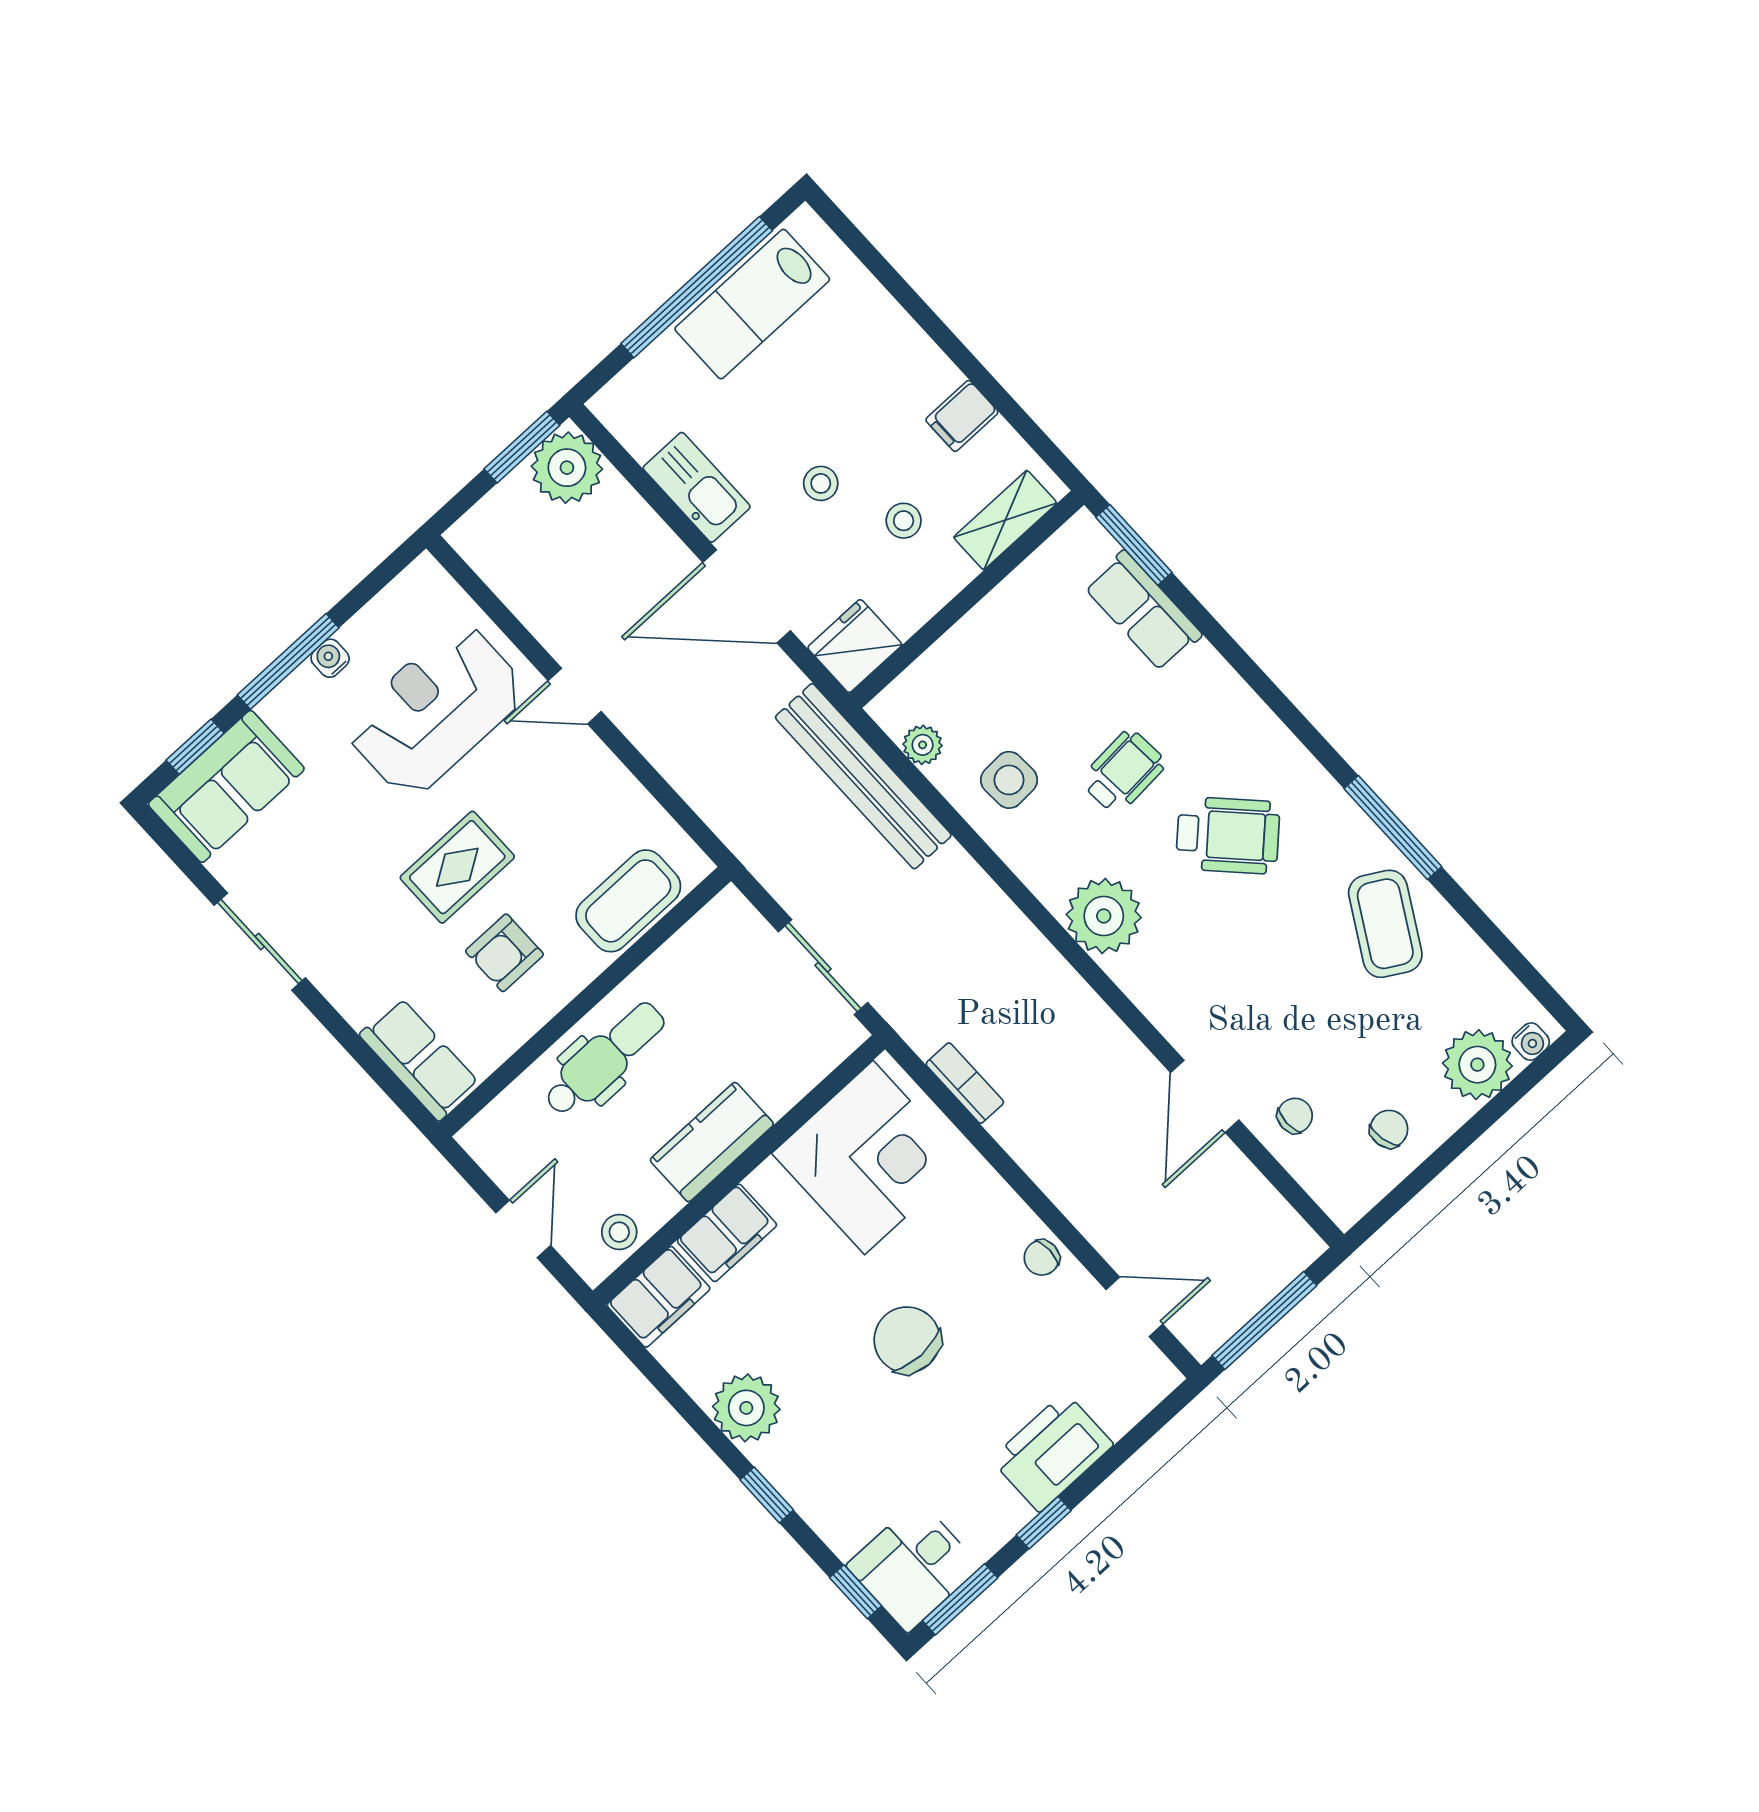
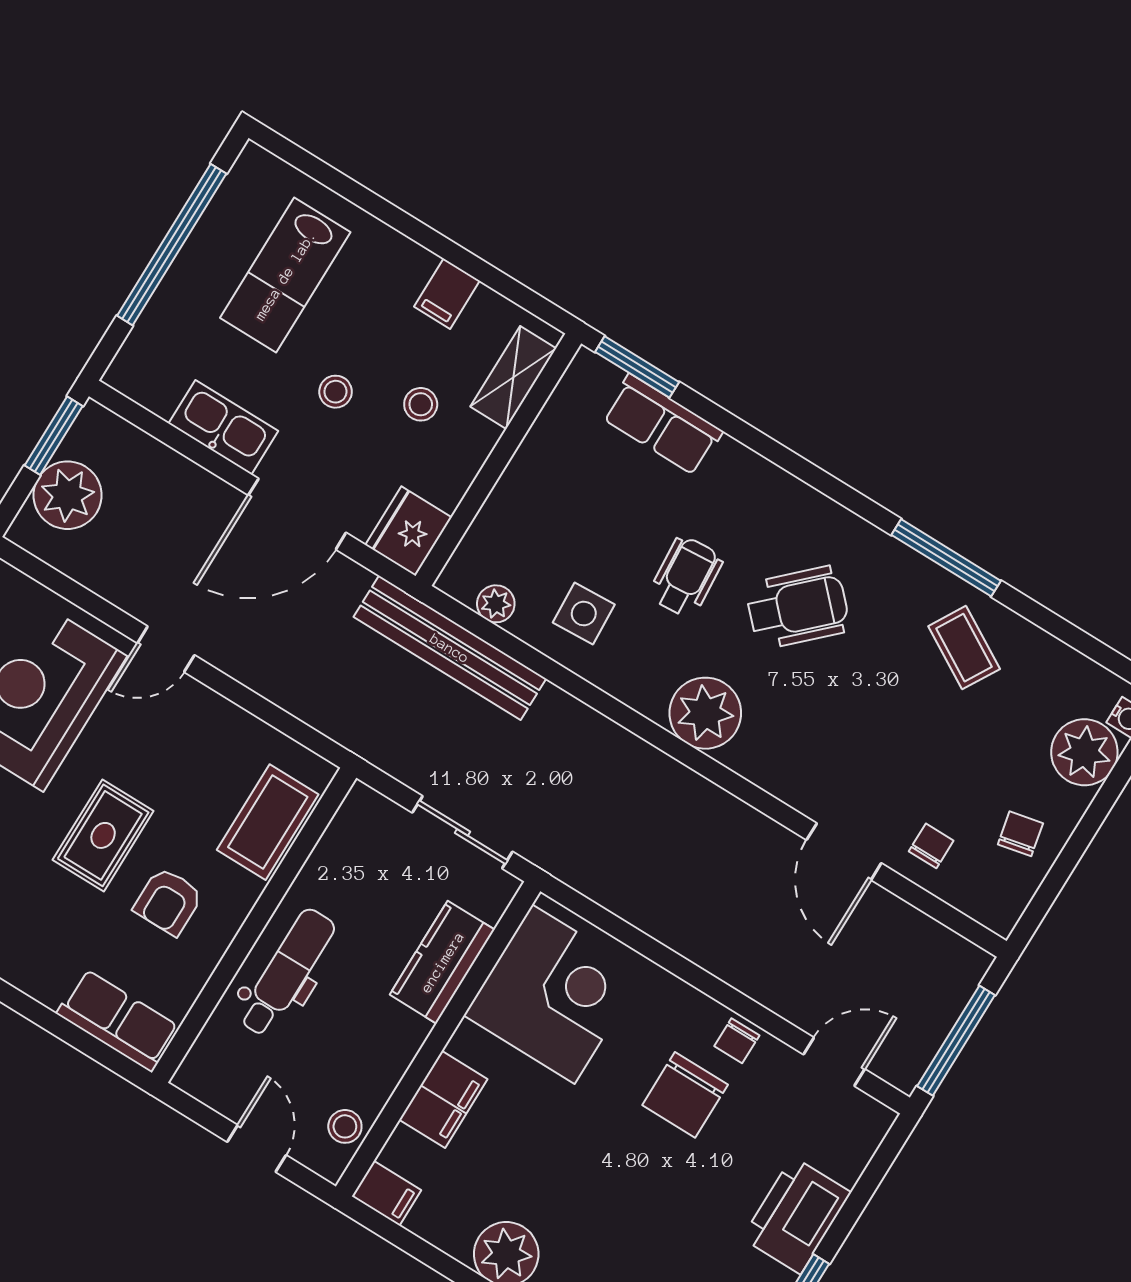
lab bench: (752, 304) -> (285, 275), moved
plant: (567, 468) -> (68, 495), moved
coffee table: (1385, 924) -> (964, 648), width x0.73, depth x0.77
bookcase: (965, 1083) -> (622, 901), removed
kitchen counter: (712, 1142) -> (442, 962), moved
filing cabinet: (659, 1297) -> (386, 1193), width x0.50
chair: (907, 1340) -> (685, 1095), moved, turned -90

